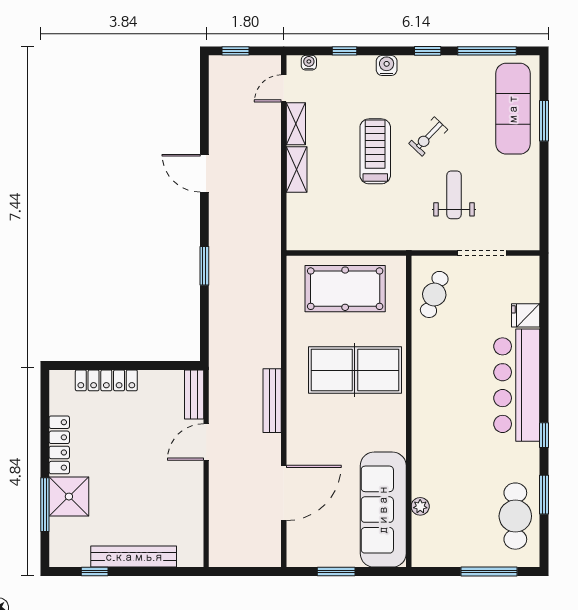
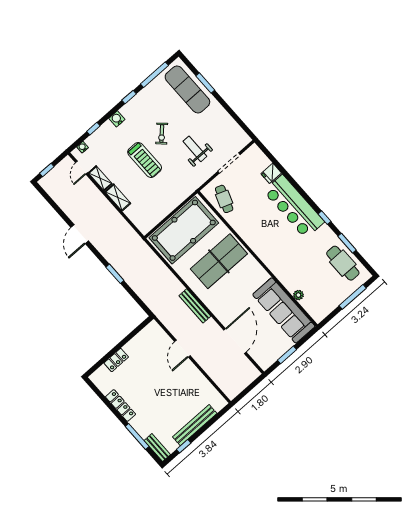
treadmill: (375, 151) -> (145, 160), turned 180
door: (204, 173) -> (80, 234), hinge flipped
pool table: (345, 289) -> (184, 230), width x1.36, depth x1.32
locker: (106, 380) -> (116, 360), width x0.66
bench: (194, 394) -> (157, 448), moved
shower: (69, 497) -> (144, 424), removed

